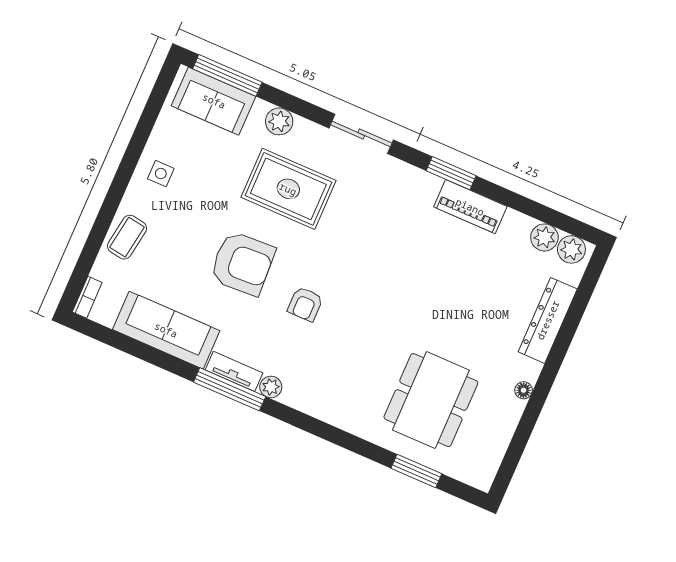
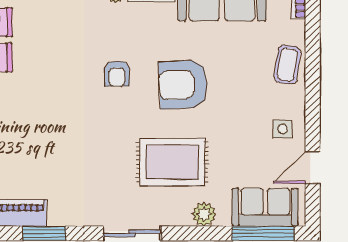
door: (147, 121) -> (313, 167), added
armchair: (305, 304) -> (117, 74), turned 180

